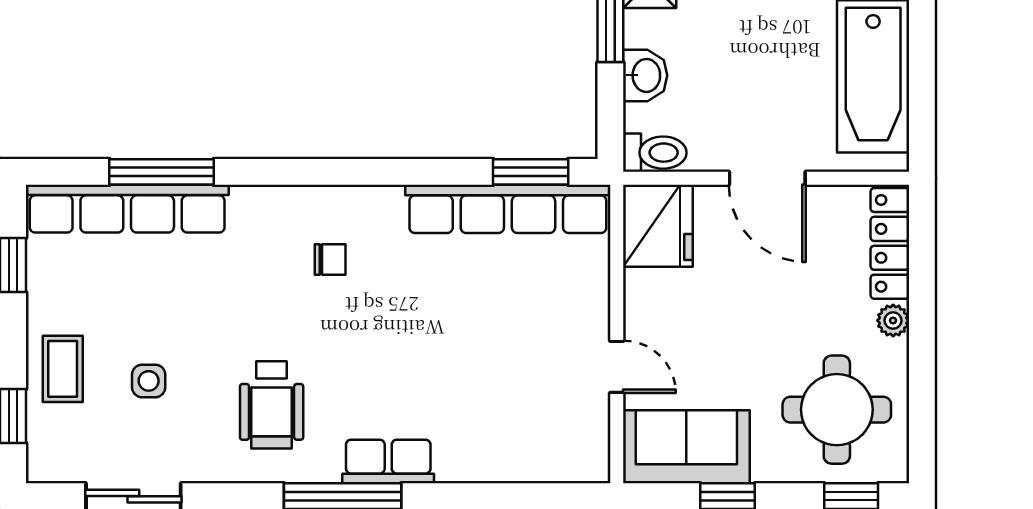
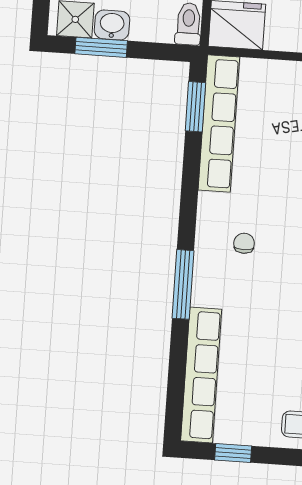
washbasin: (645, 75) -> (112, 25), moved
window: (161, 172) -> (183, 284), moved

